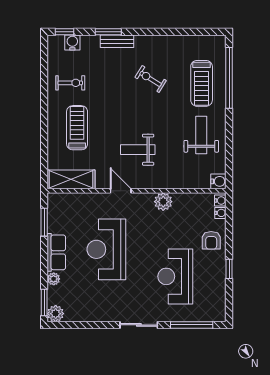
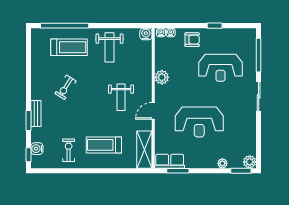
weight bench: (201, 135) -> (110, 47), turned -90
row of seats: (56, 252) -> (170, 161), moved

